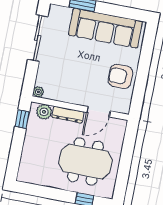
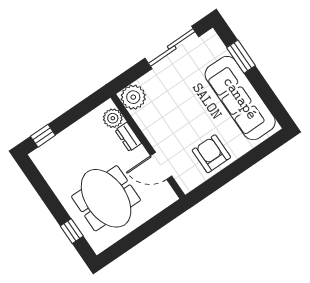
plant: (38, 92) -> (133, 97), width x1.88, depth x1.88
dresser: (68, 115) -> (128, 137), width x0.70
window: (22, 119) -> (43, 136), moved

